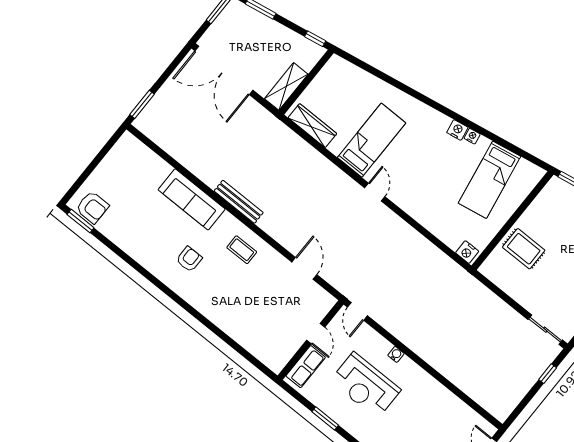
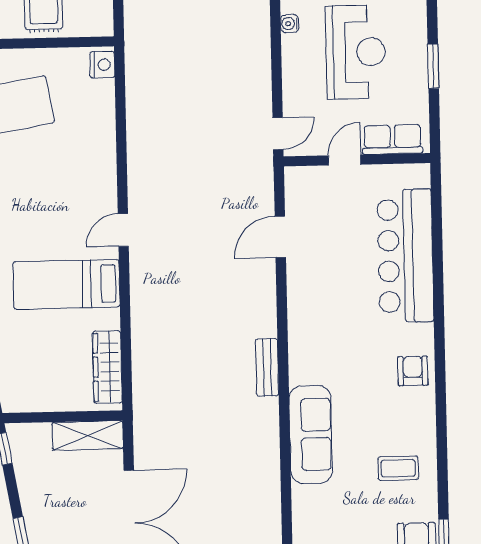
bench: (239, 202) -> (267, 367), width x0.73
coffee table: (242, 250) -> (398, 468), moved, turned 90
armchair: (189, 259) -> (413, 371), moved, turned 90
bar counter: (241, 324) -> (405, 256), added
water cooler: (396, 354) -> (290, 24), moved

